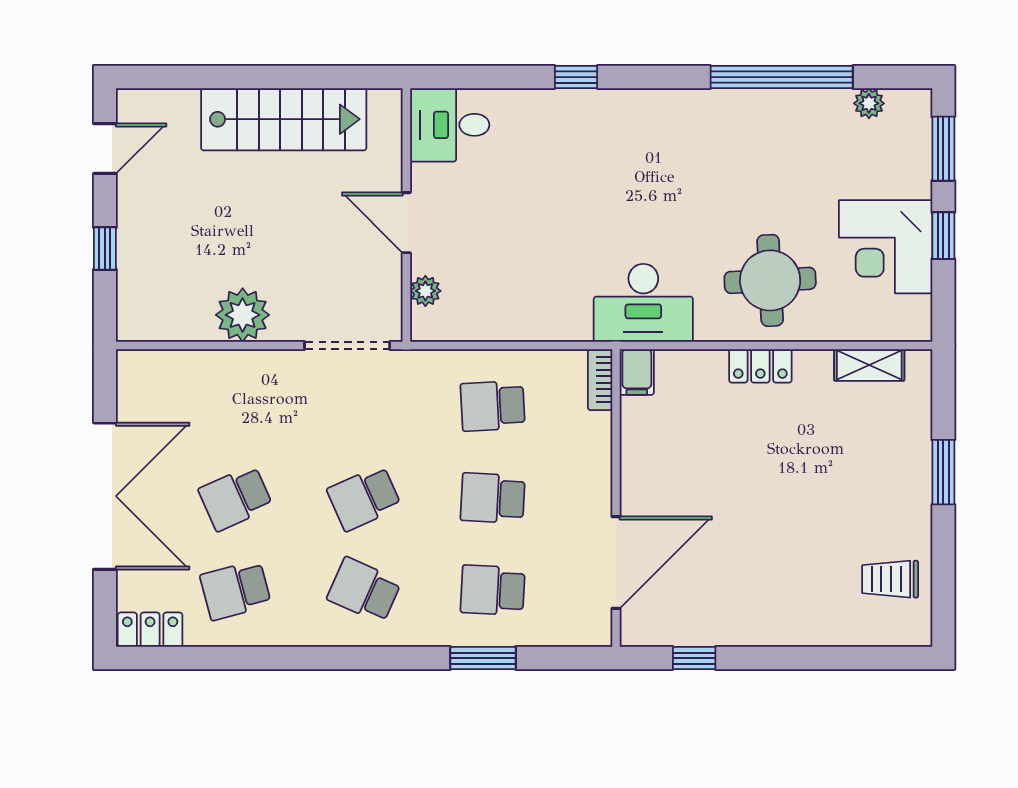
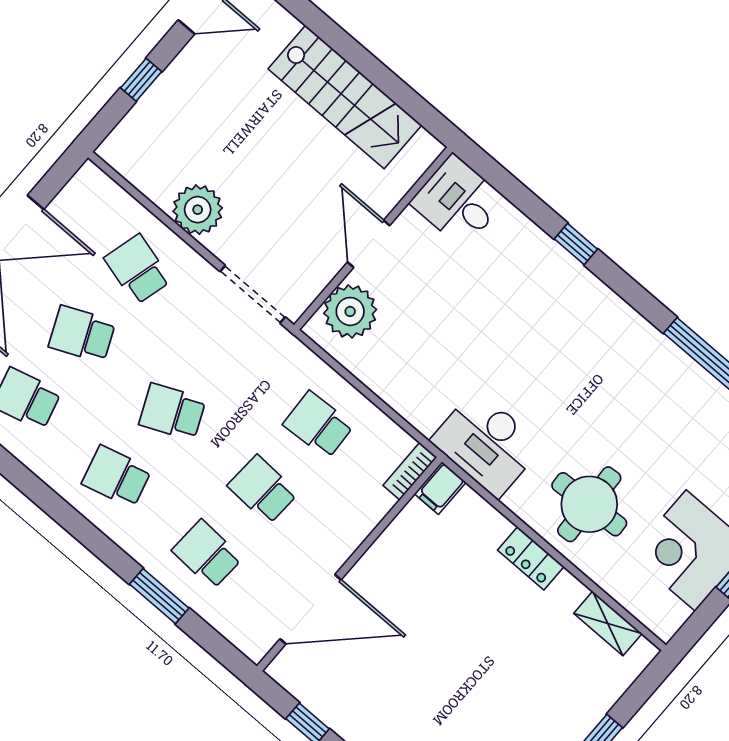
plant: (425, 291) -> (350, 311), width x1.88, depth x1.88
school desk: (236, 406) -> (138, 269), added
school desk: (364, 590) -> (117, 477), turned -39

